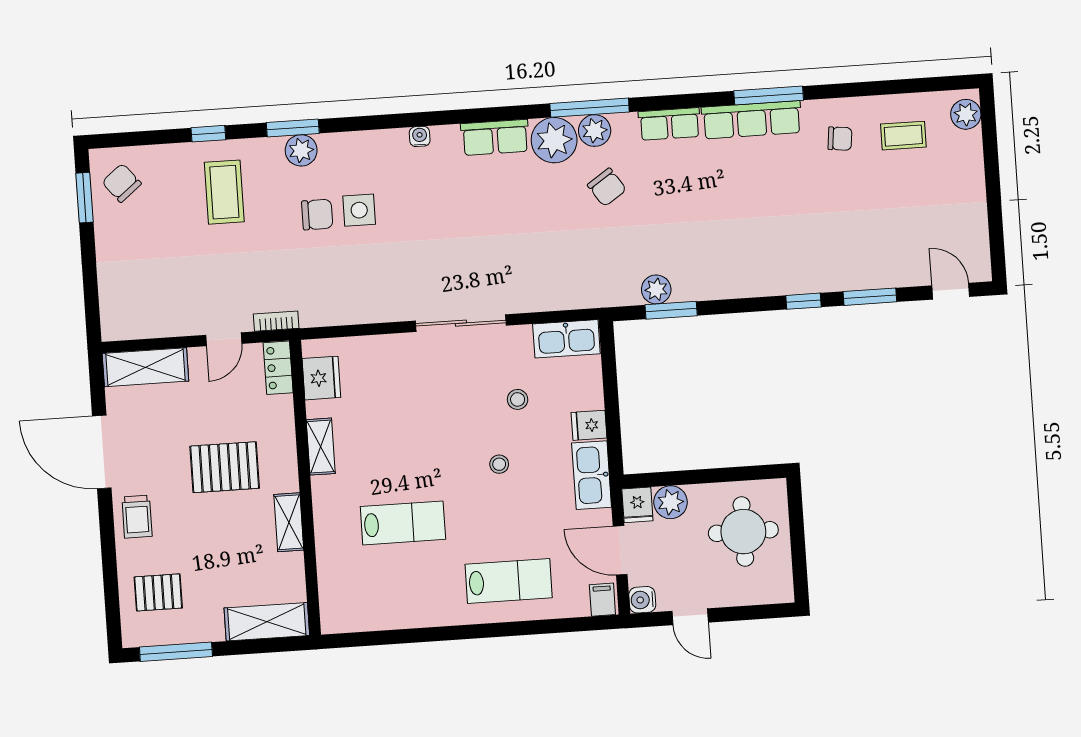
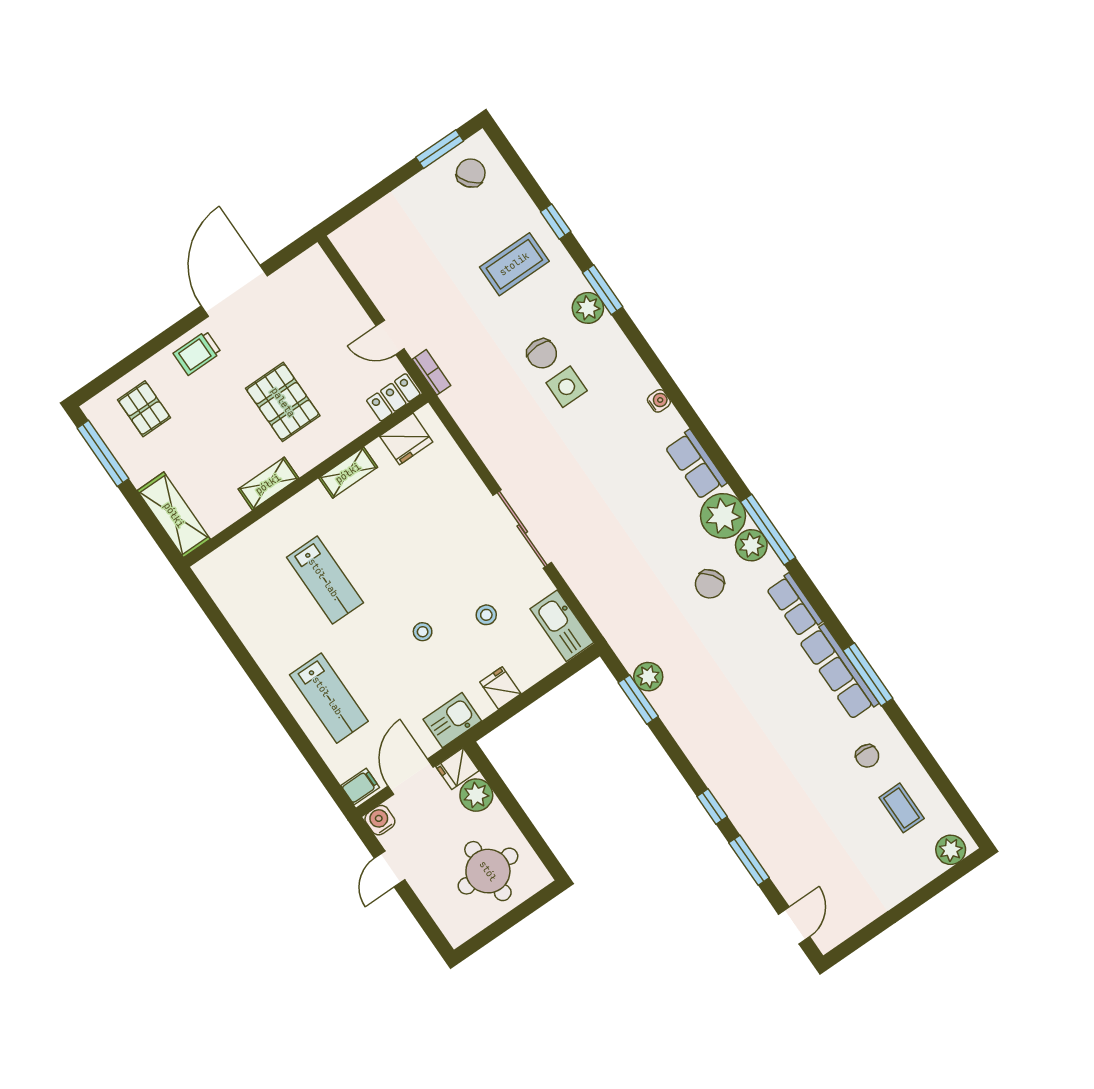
shelving: (145, 367) -> (327, 285), removed
kitchen sink: (592, 475) -> (452, 720), width x0.73

